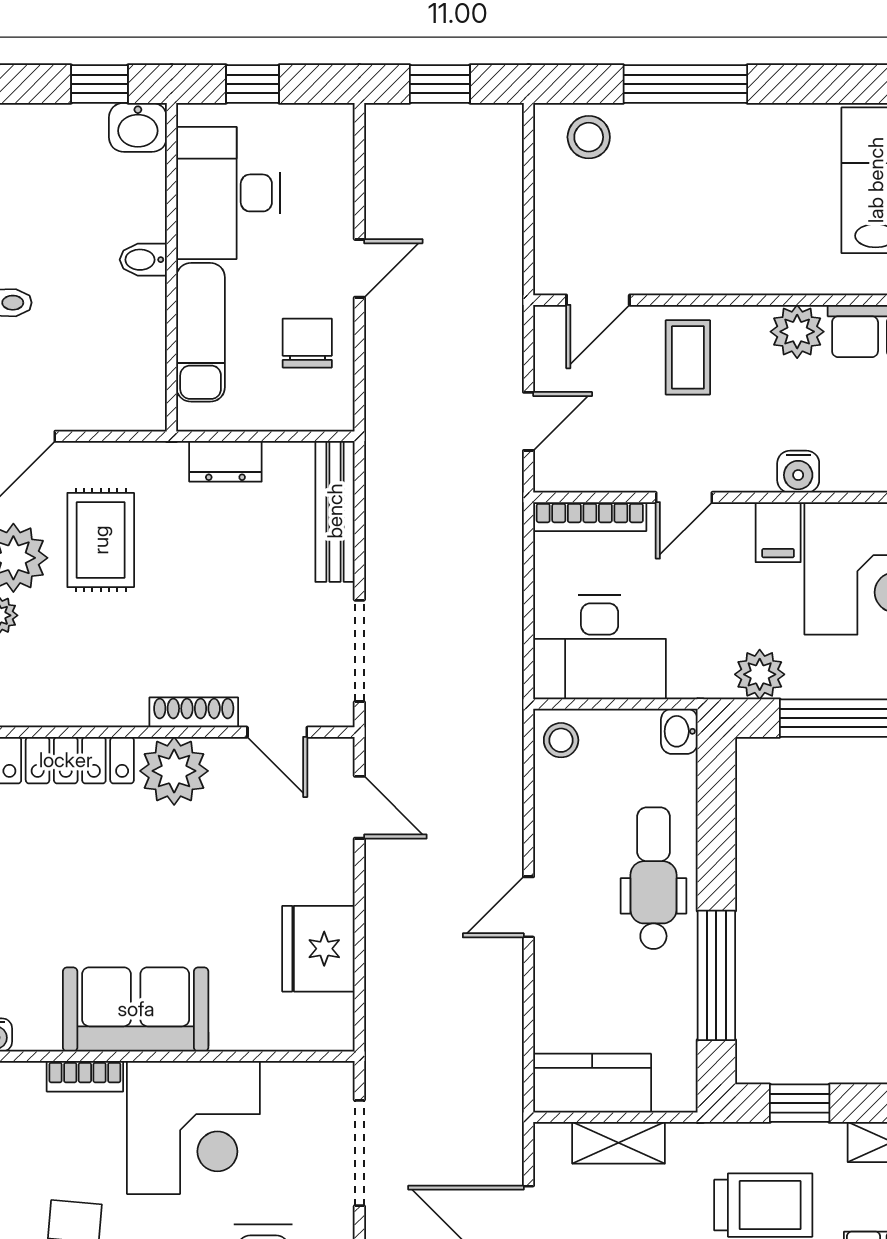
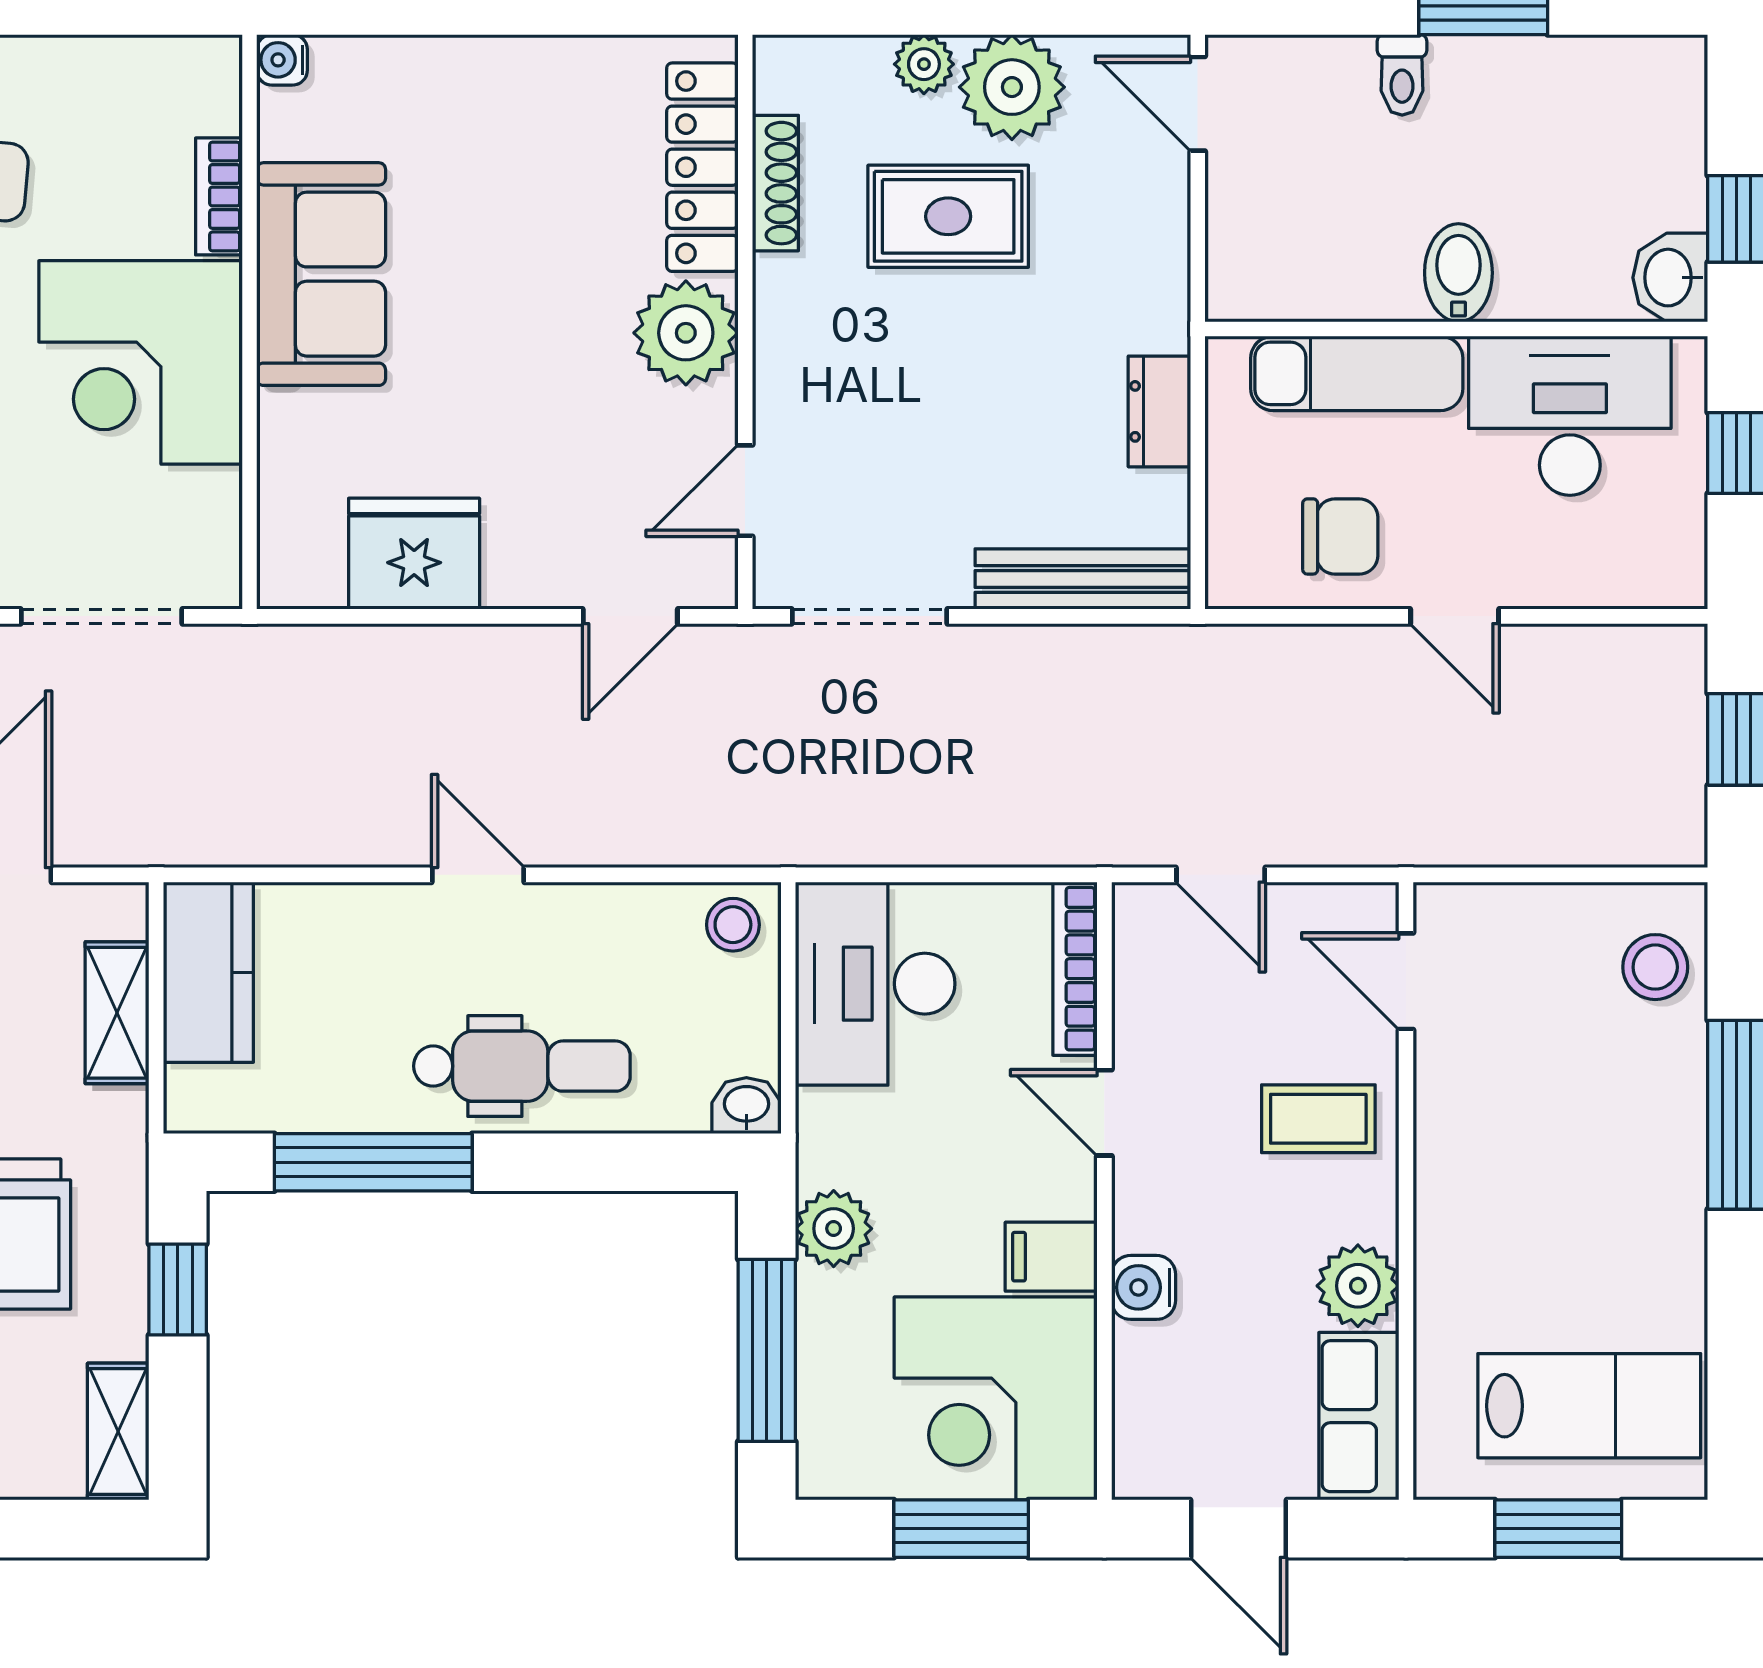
bidet: (143, 260) -> (1458, 273), width x1.38, depth x1.36
rug: (101, 540) -> (948, 216), moved
shoe rack: (194, 712) -> (775, 183), moved

